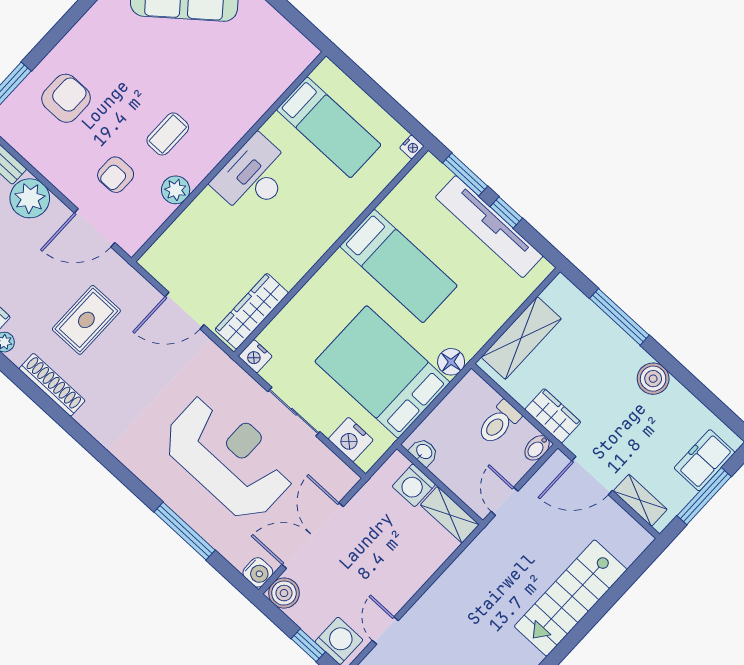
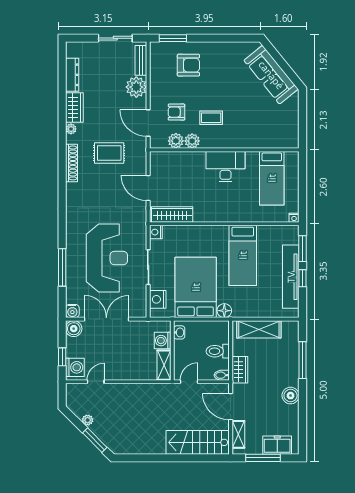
plant: (155, 212) -> (176, 141), added
stairs: (571, 598) -> (198, 442), moved

